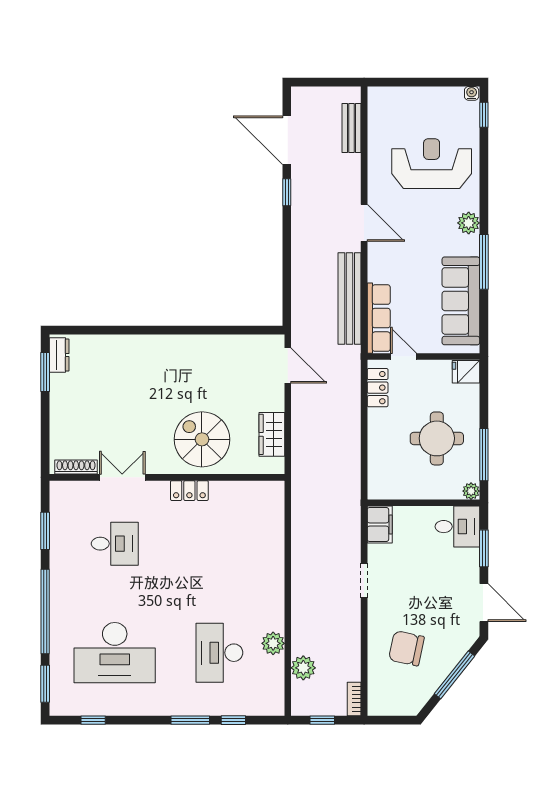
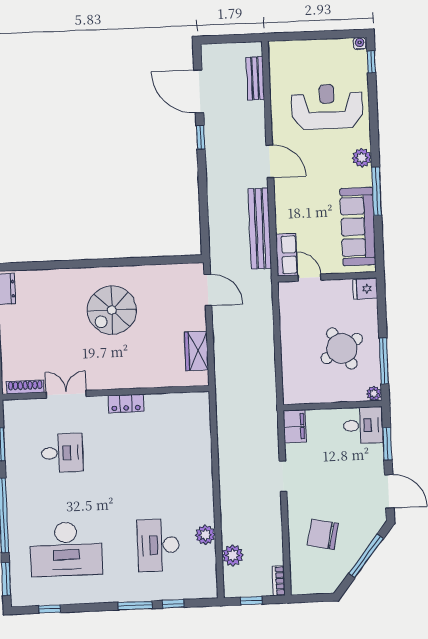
row of seats: (379, 318) -> (287, 255), width x0.68
locker: (378, 388) -> (288, 306), removed
round table: (437, 438) -> (342, 348), turned -30
spiral stairs: (202, 439) -> (112, 310), moved, turned -90

